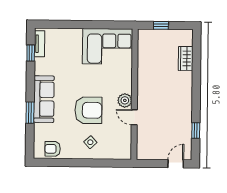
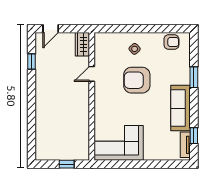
wardrobe: (186, 59) -> (82, 44), moved, turned 180
sofa: (44, 99) -> (180, 108), moved
plant: (125, 100) -> (101, 90), removed
door: (134, 117) -> (92, 74), swing flipped

